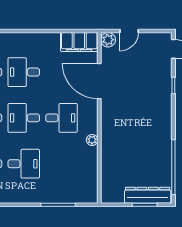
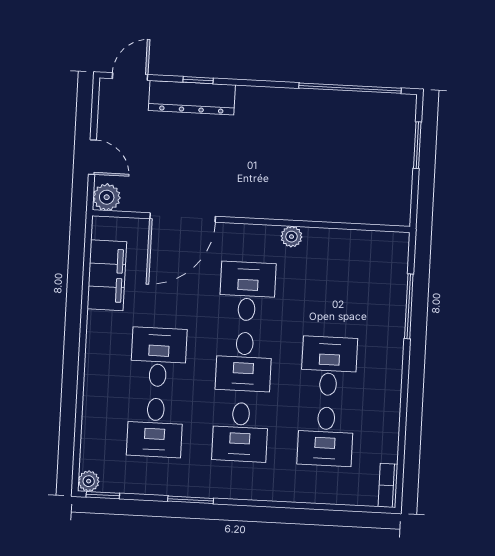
filing cabinet: (79, 42) -> (107, 275), moved
desk: (24, 72) -> (159, 357), turned 180
dresser: (148, 195) -> (192, 98), moved, turned -90

